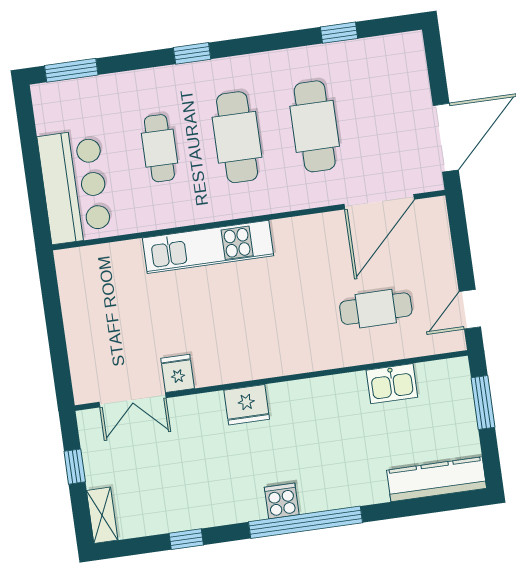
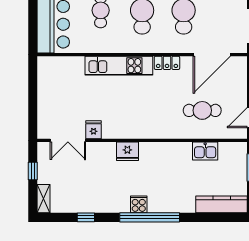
locker: (297, 229) -> (167, 63), added

